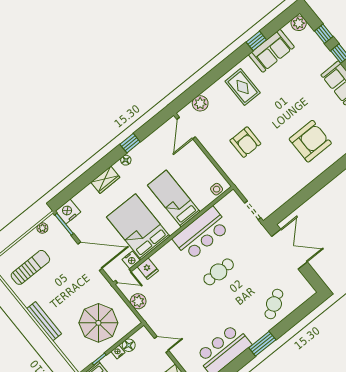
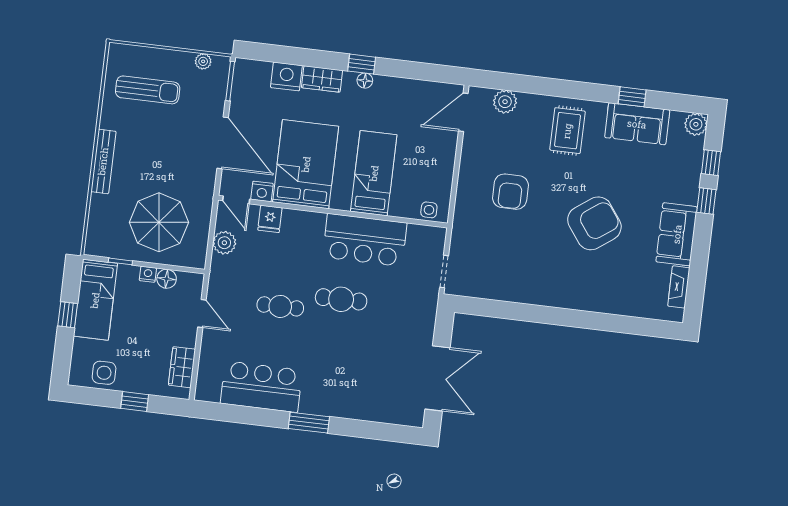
armchair: (310, 141) -> (594, 223), moved, turned -36
window: (130, 143) -> (362, 64), moved
nightstand: (68, 212) -> (286, 76), moved
double door: (289, 249) -> (437, 378), moved
cafe table: (274, 304) -> (280, 306), moved, turned 31

